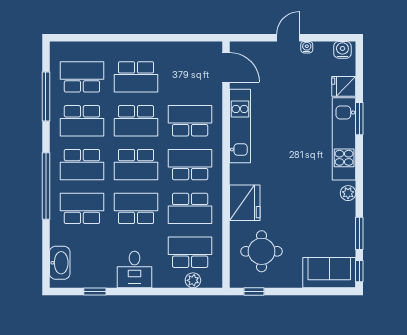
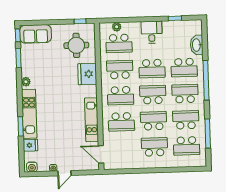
washbasin: (60, 263) -> (197, 45), moved

